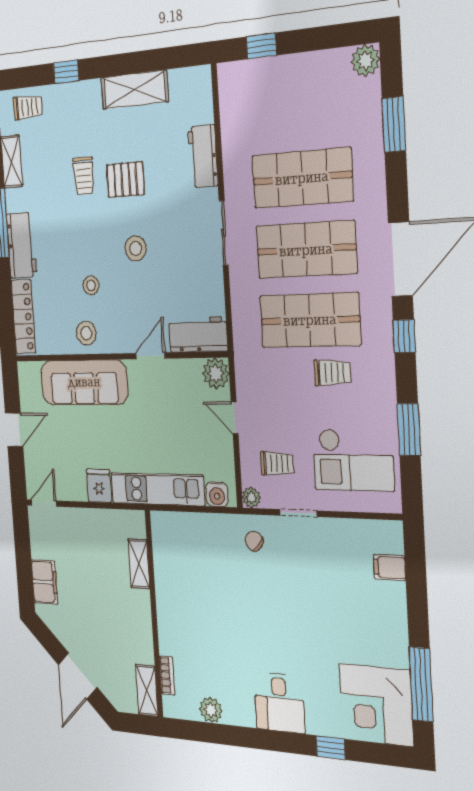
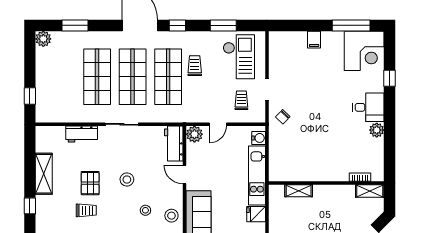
window: (66, 72) -> (30, 206), moved
plant: (251, 497) -> (260, 117), removed
filing cabinet: (390, 567) -> (314, 40), moved
plant: (211, 710) -> (377, 130), moved

